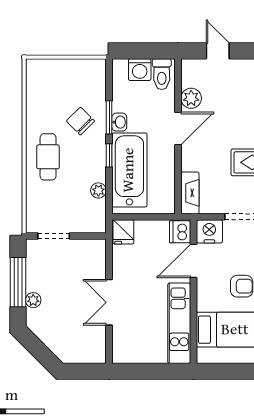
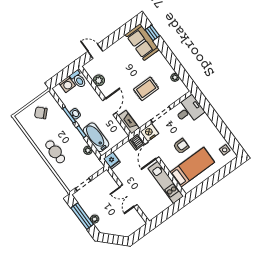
chair: (80, 121) -> (41, 113), moved
door: (178, 128) -> (109, 107), moved
bathtub: (129, 170) -> (96, 137), width x0.73, depth x0.73

